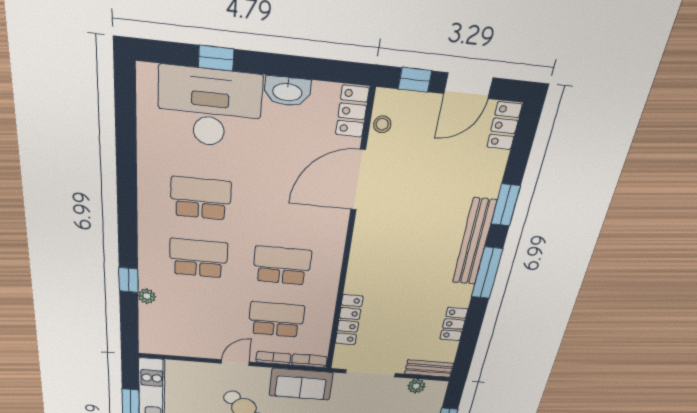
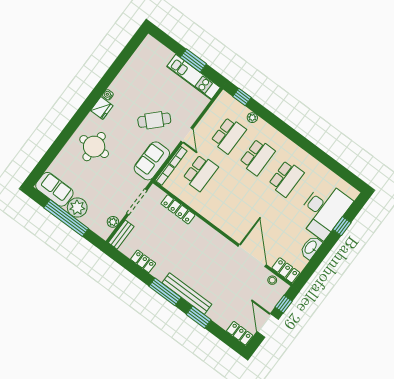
school desk: (282, 266) -> (228, 135), moved
window: (128, 280) -> (242, 97), moved

